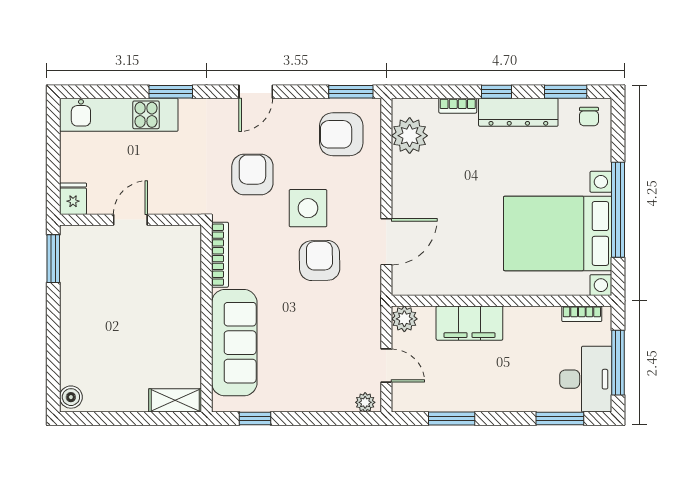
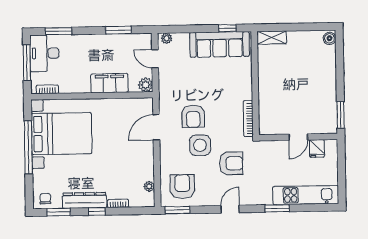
armchair: (341, 134) -> (182, 186), turned -90
plant: (410, 136) -> (149, 186), width x0.53, depth x0.53
armchair: (252, 174) -> (231, 163), turned -90
fridge: (73, 199) -> (317, 148), moved
sofa: (234, 343) -> (220, 44), moved, turned -90

